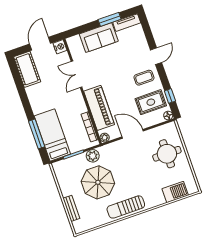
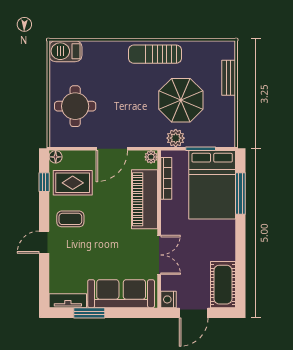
sofa: (99, 38) -> (121, 294), width x1.36
door: (133, 134) -> (112, 149), hinge flipped
bed: (52, 135) -> (212, 185), width x1.50
barbecue: (175, 192) -> (65, 51), moved
sun lounger: (126, 207) -> (155, 54), turned 180

